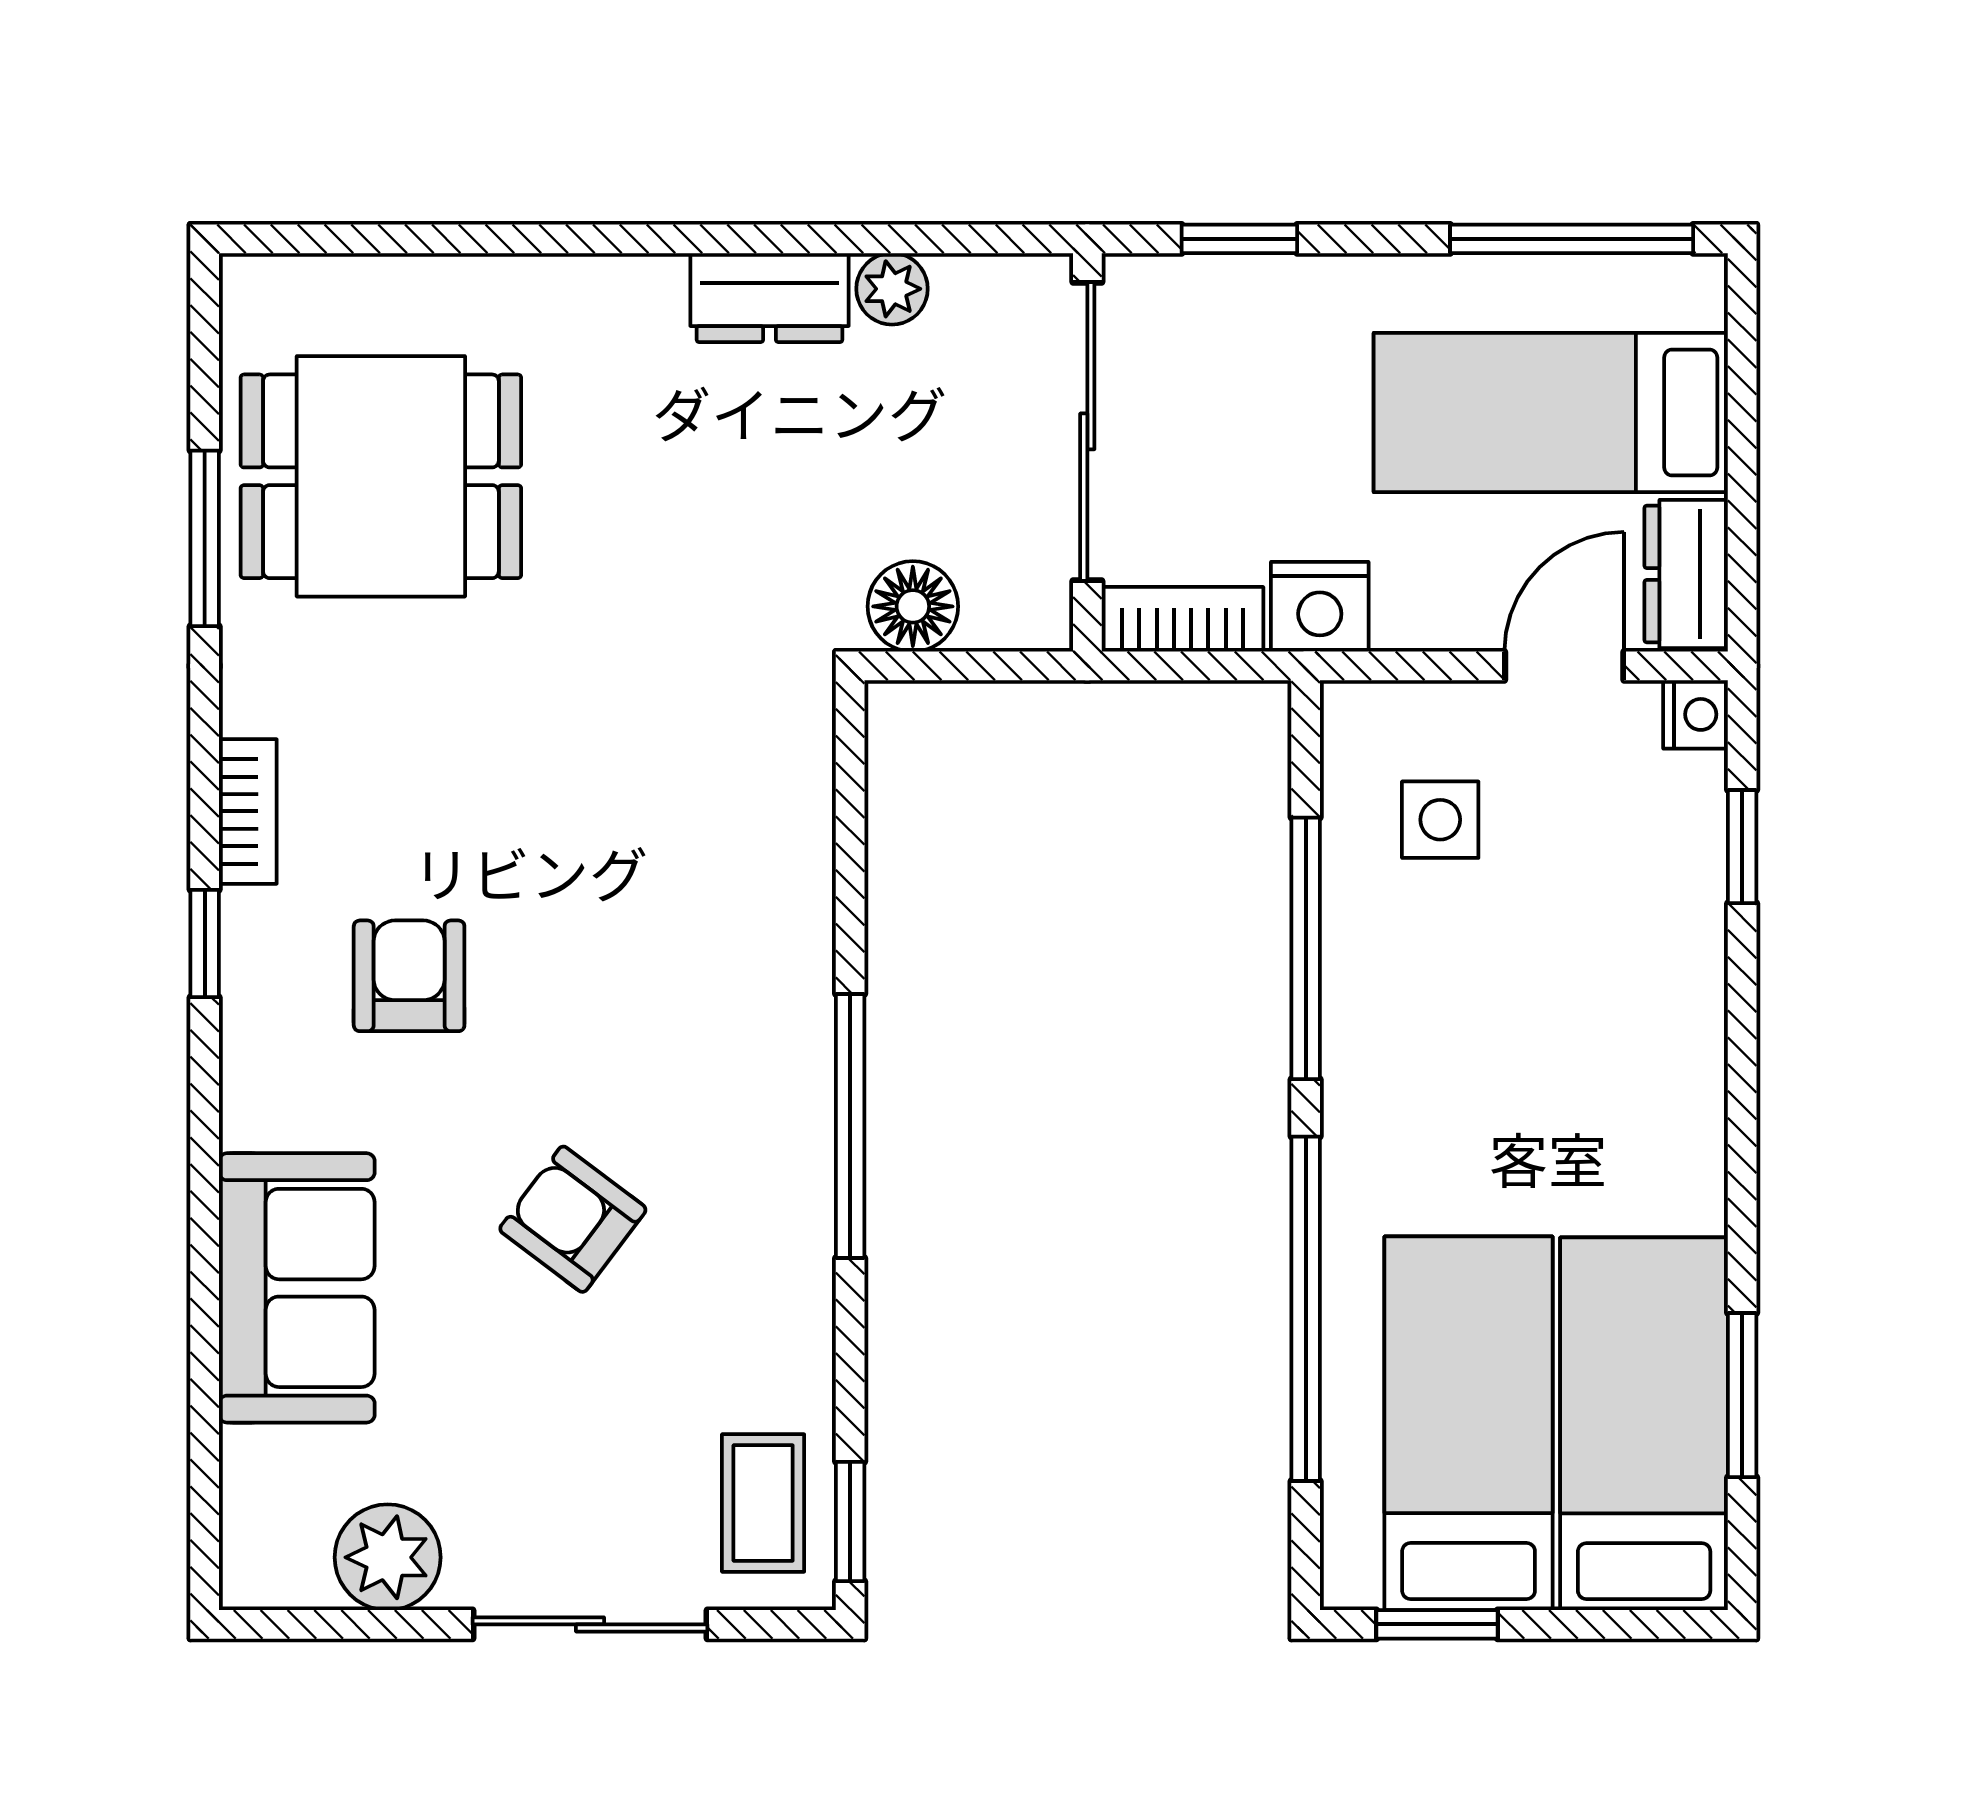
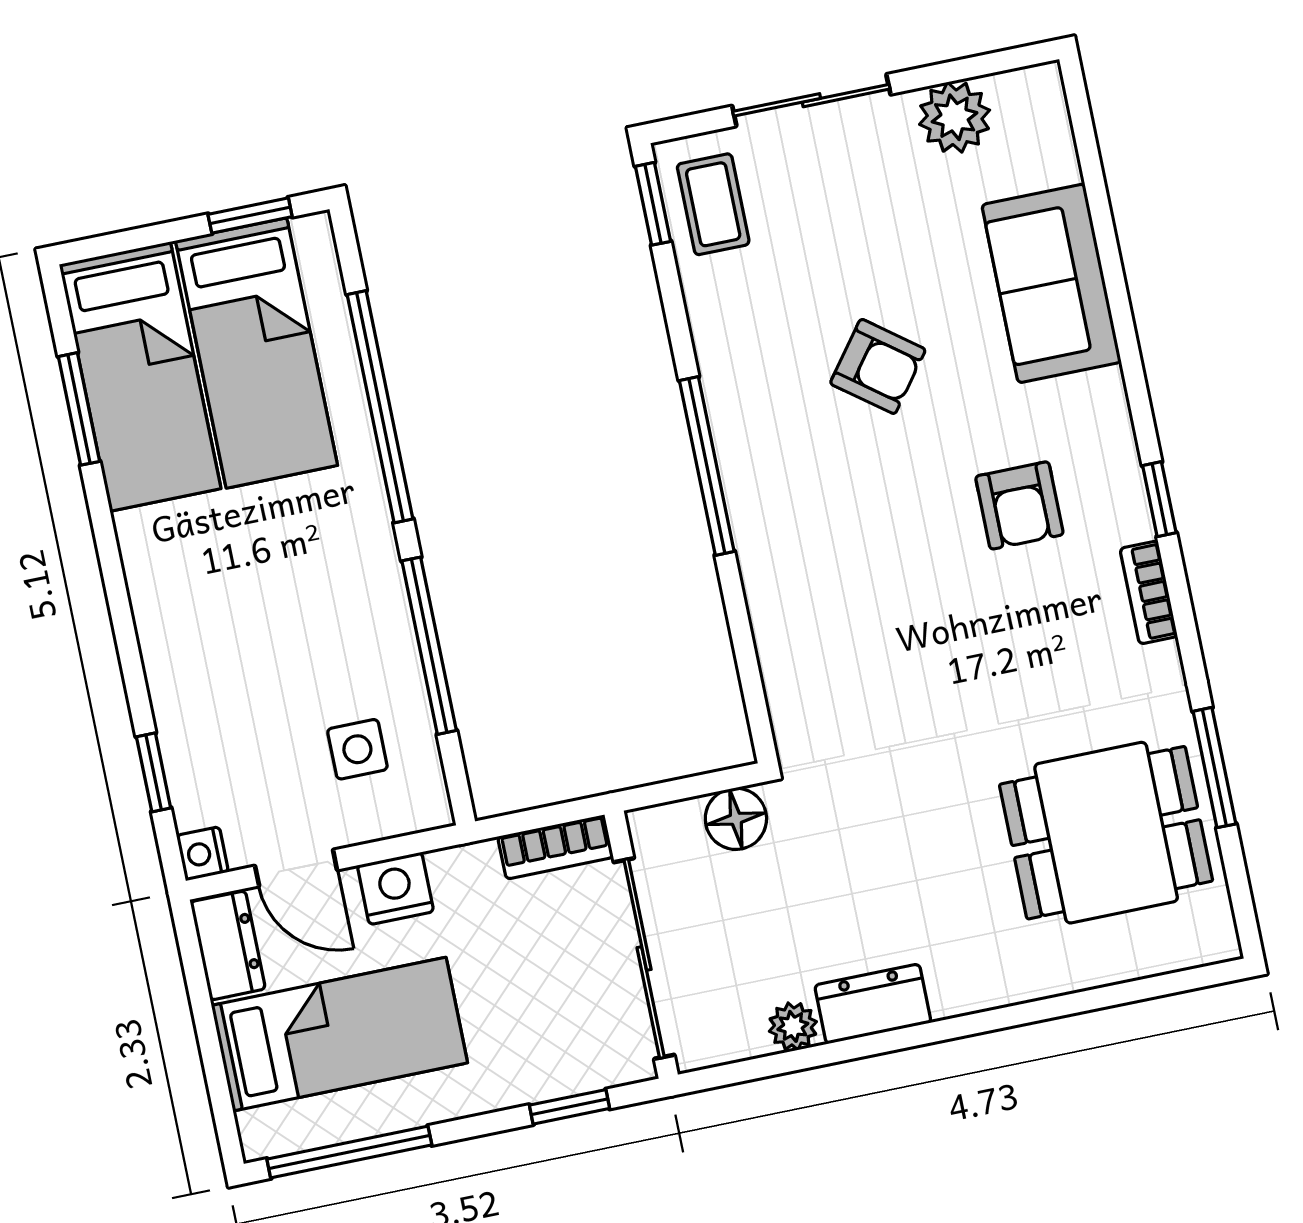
nightstand: (1320, 607) -> (395, 888), moved
door: (1564, 666) -> (296, 868), hinge flipped

